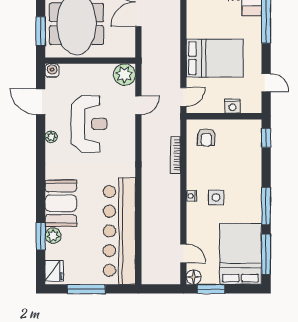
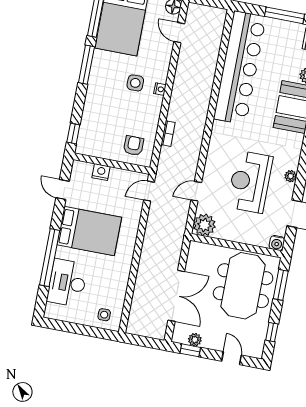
bed: (215, 58) -> (89, 231), moved, turned 180
bookcase: (176, 155) -> (168, 134), width x0.64

